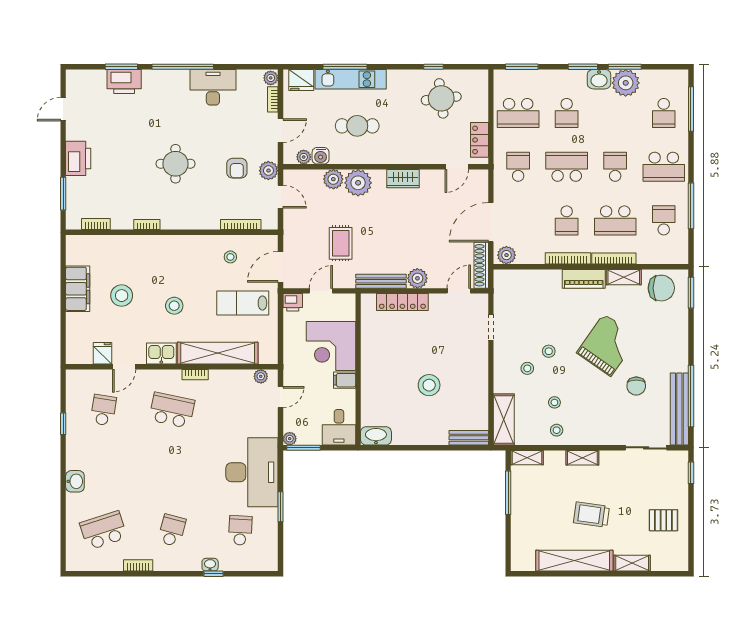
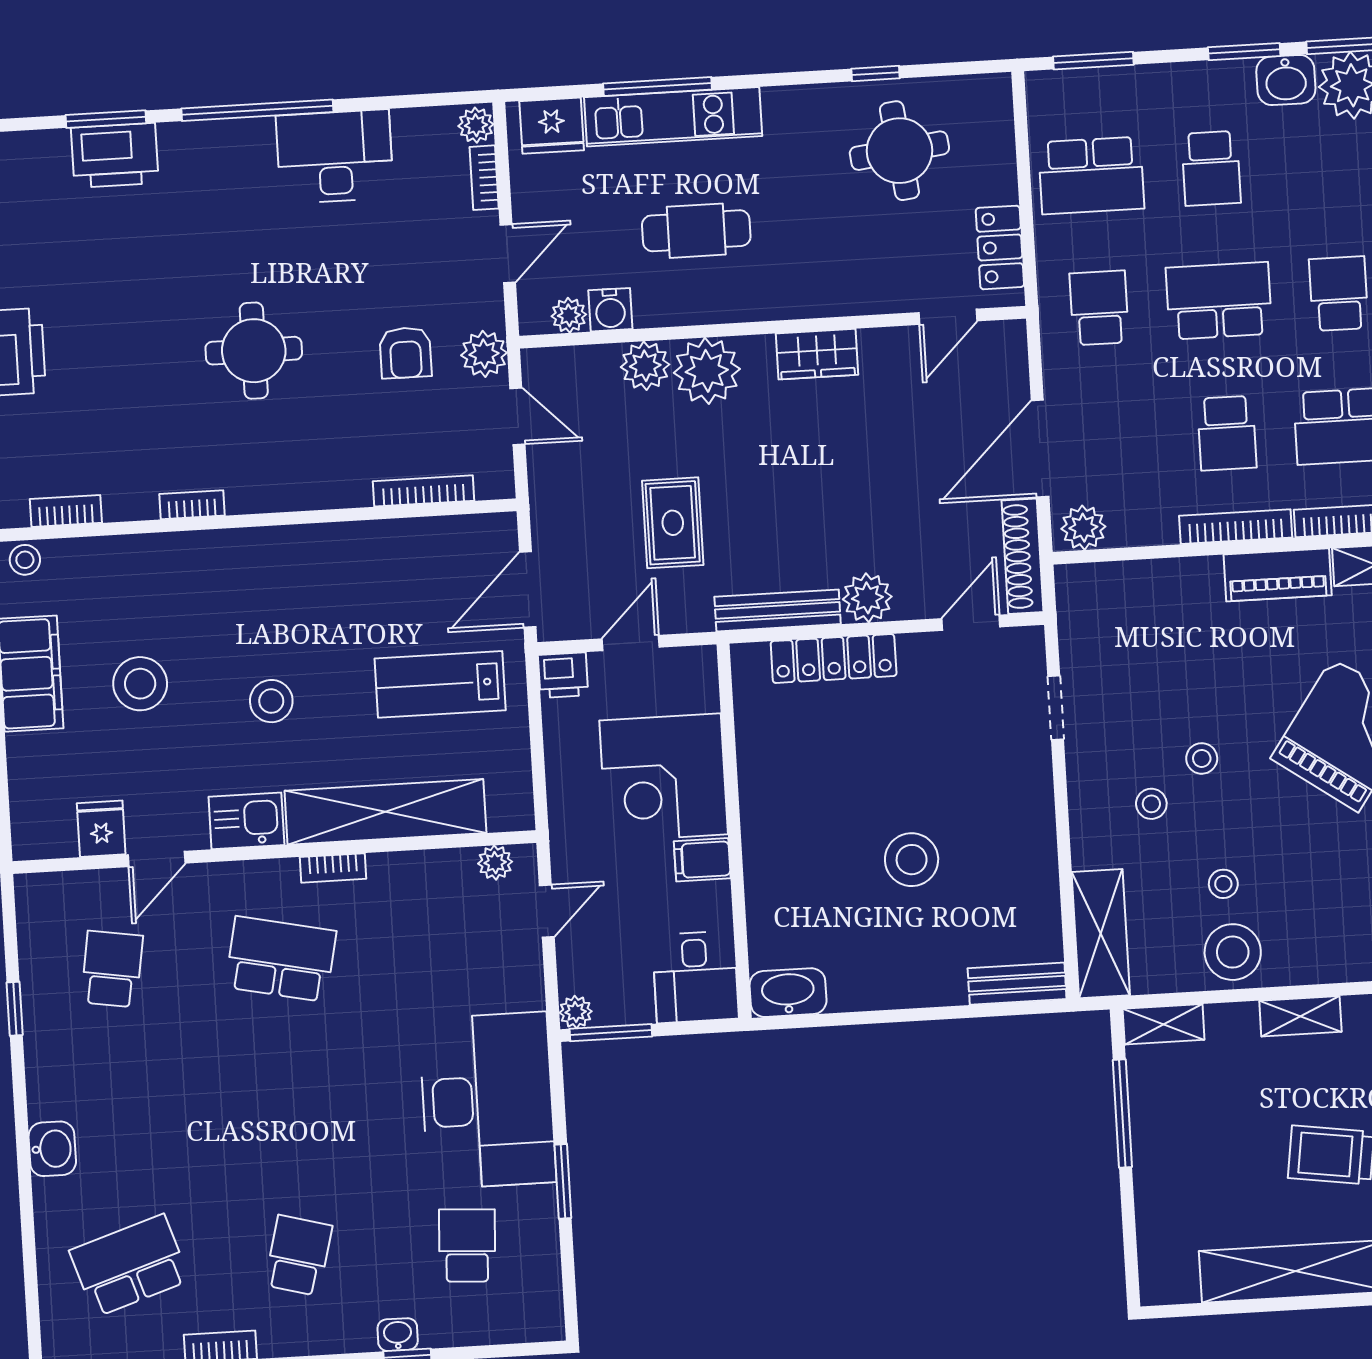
stool: (230, 257) -> (25, 560), moved
stool: (557, 430) -> (1233, 952), width x1.89, depth x1.89

